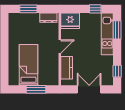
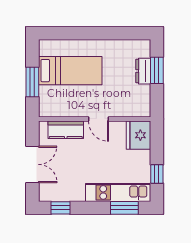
dresser: (48, 18) -> (143, 71), moved

